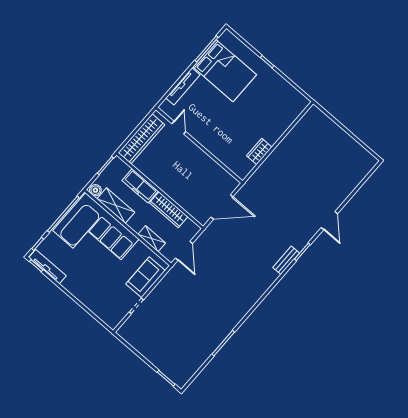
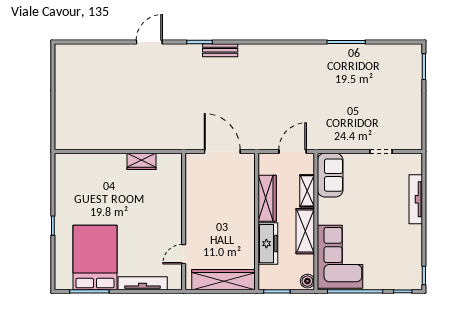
shelving: (116, 206) -> (305, 231), moved
corner sofa: (96, 235) -> (340, 257), width x0.73, depth x0.74
tv unit: (48, 267) -> (416, 199), moved
sofa: (146, 277) -> (330, 175), moved, turned -90

